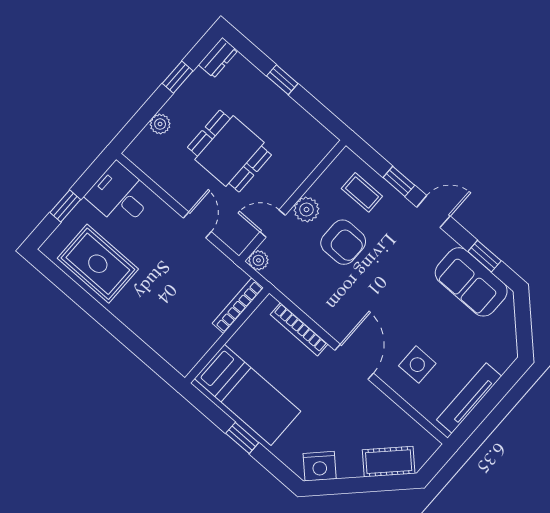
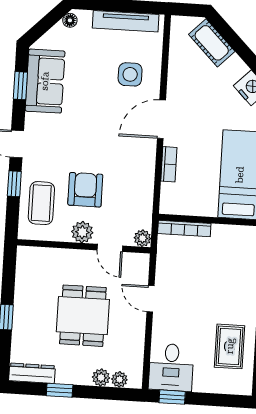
dresser: (218, 58) -> (32, 373), width x1.44
plant: (145, 140) -> (119, 379), added
coffee table: (362, 192) -> (41, 203), width x1.36, depth x1.30
window: (65, 206) -> (172, 397), moved
door: (197, 225) -> (150, 299), hinge flipped
rug: (98, 264) -> (230, 346), width x0.73, depth x0.70
bookcase: (299, 329) -> (169, 164), width x0.64
floor lamp: (509, 348) -> (70, 20), added

